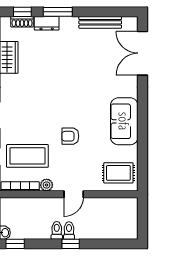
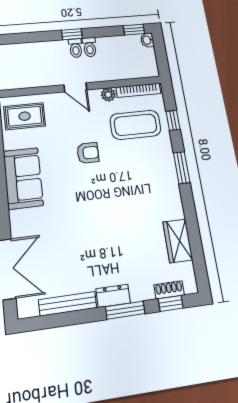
dresser: (47, 23) -> (113, 296), moved
door: (74, 194) -> (75, 87), swing flipped

